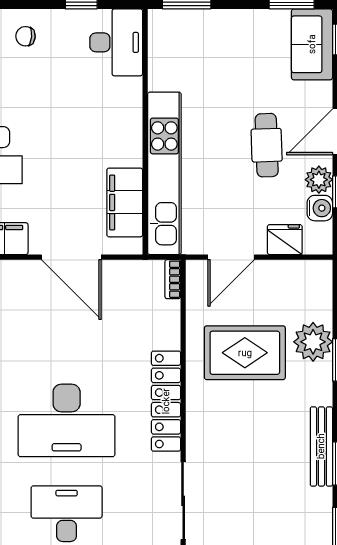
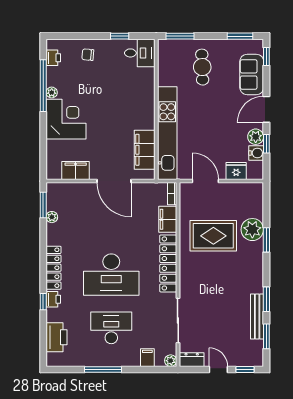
desk: (116, 42) -> (140, 53), width x0.73
sofa: (312, 44) -> (252, 74), moved
cafe table: (267, 145) -> (202, 67), moved
door: (231, 257) -> (205, 181), swing flipped
filing cabinet: (165, 324) -> (168, 219), added
bench: (321, 446) -> (257, 316), moved

